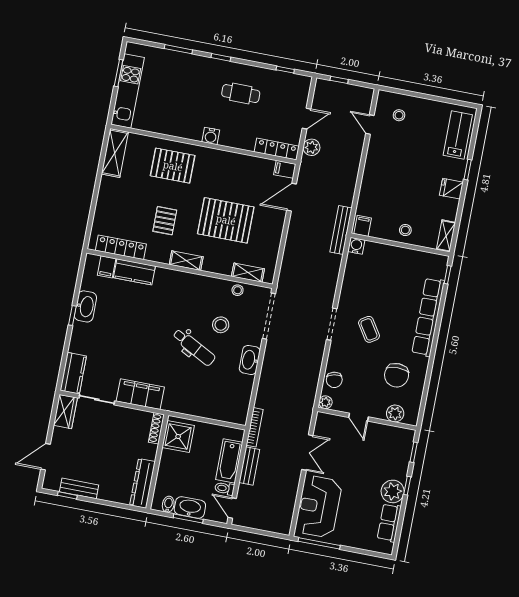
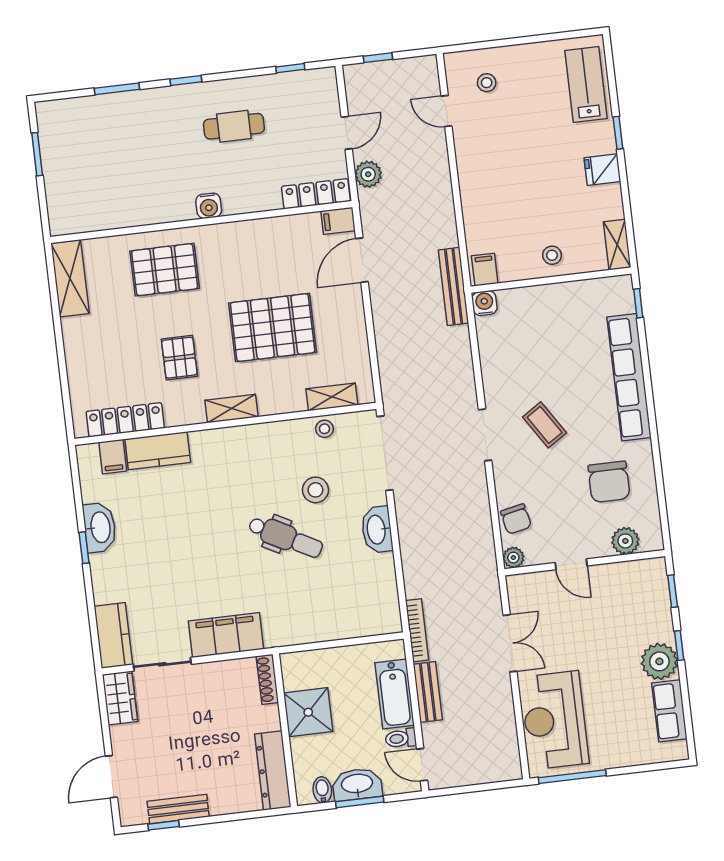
kitchen unit: (127, 91) -> (59, 177), removed
shower: (178, 436) -> (308, 712), moved

